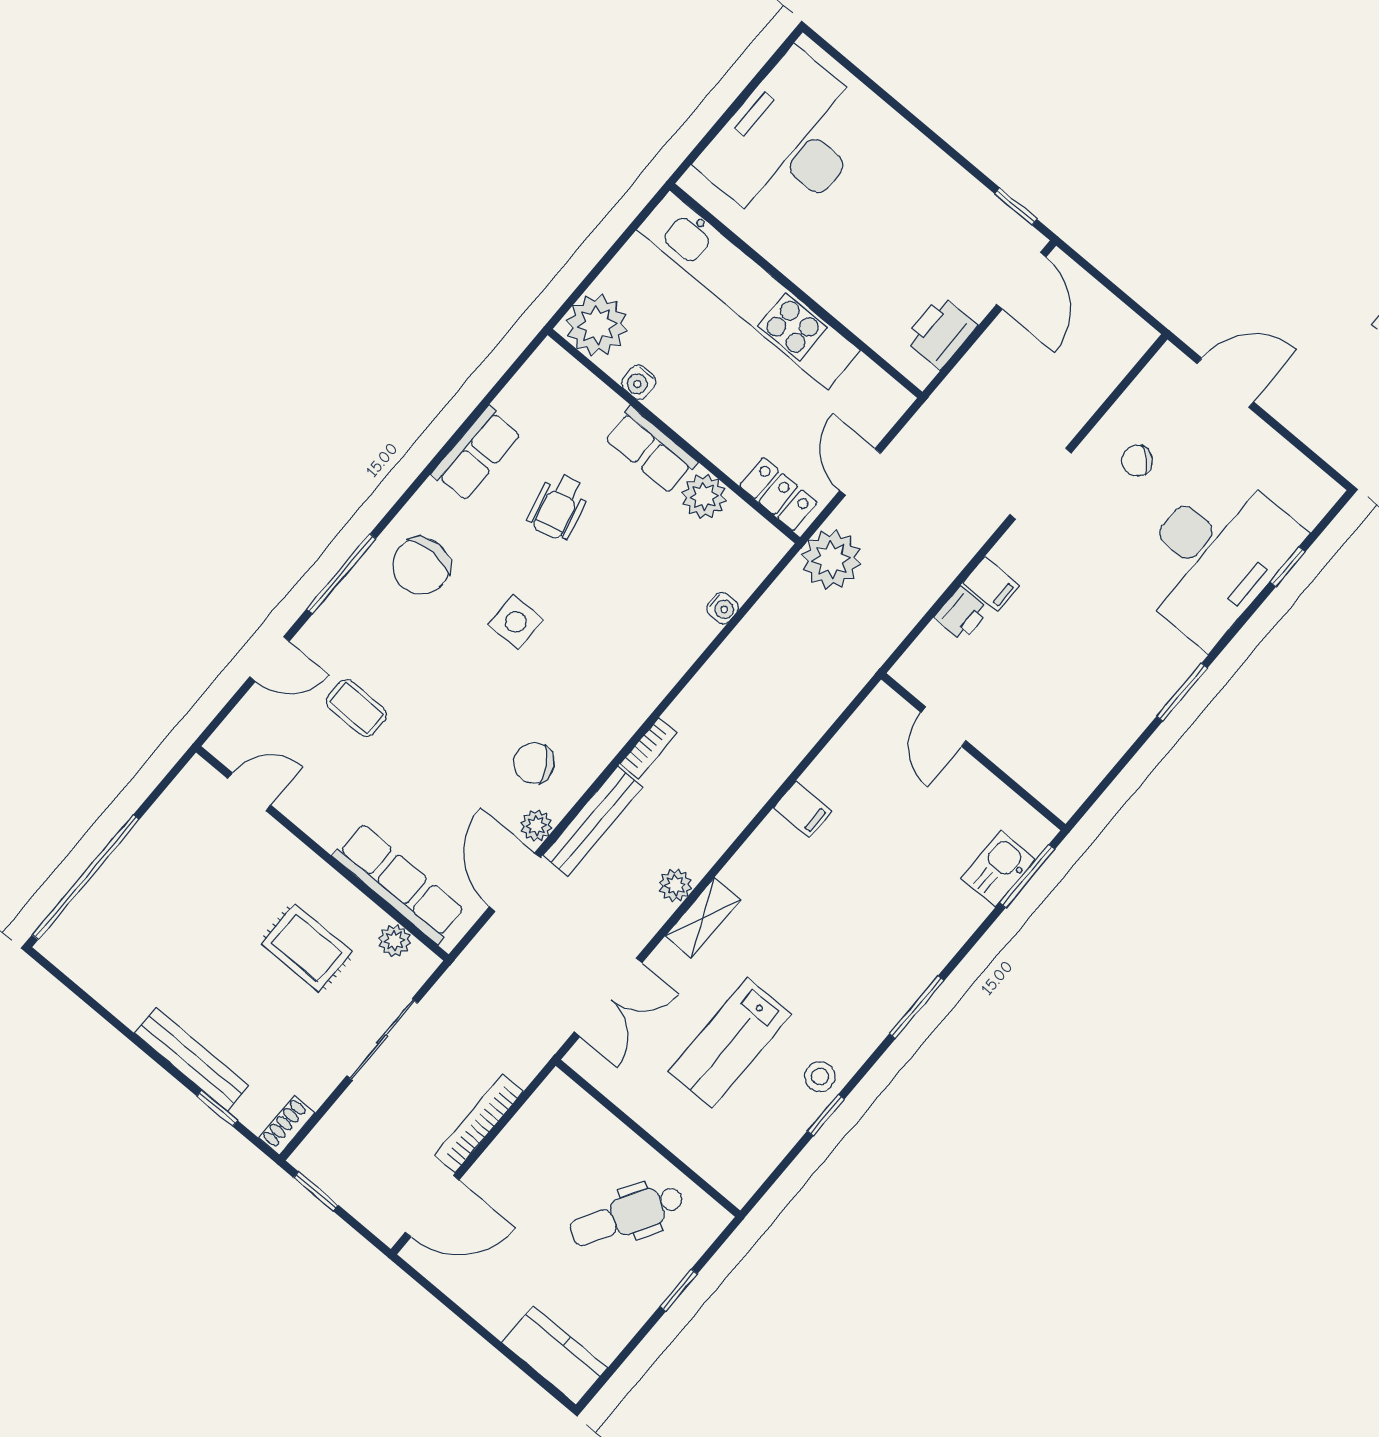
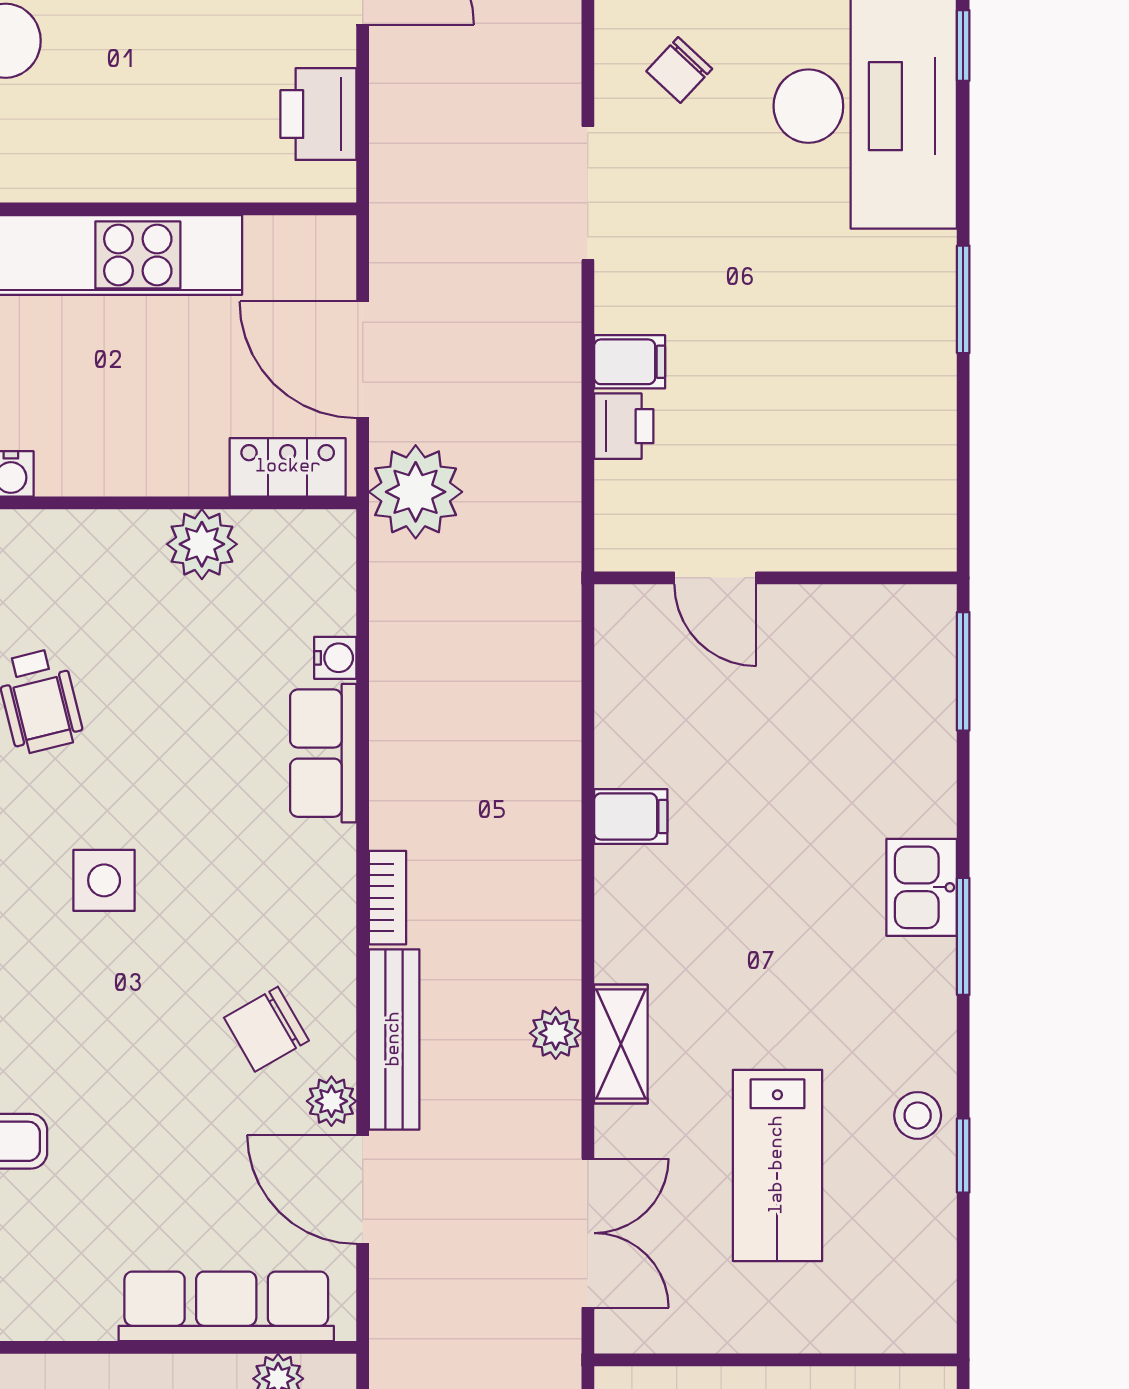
row of seats: (651, 450) -> (323, 753), moved, turned 90
door: (860, 472) -> (363, 360), width x1.38
kitchen sink: (998, 869) -> (922, 887), moved

